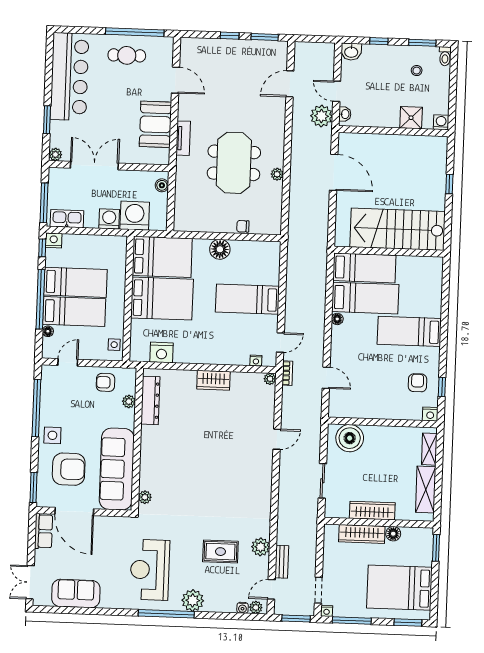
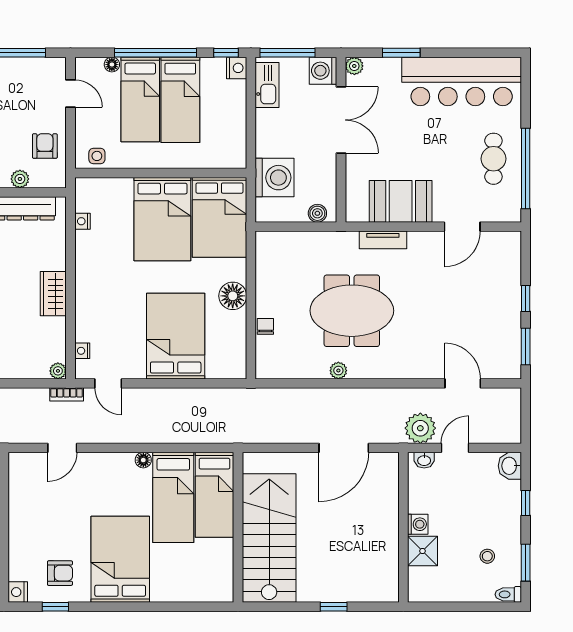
washing machine: (441, 122) -> (418, 524), moved
washing machine: (109, 219) -> (323, 71), moved, turned 180
bed: (247, 299) -> (176, 336), width x1.50
bed: (409, 331) -> (120, 559), width x1.50
nightstand: (162, 352) -> (82, 221), width x0.53, depth x0.56

